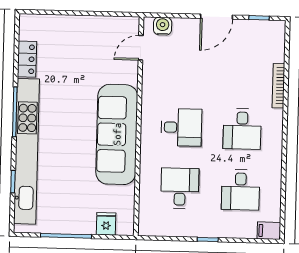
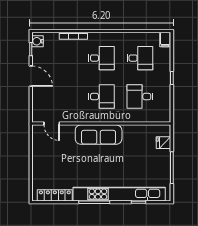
water cooler: (163, 26) -> (38, 41), moved
locker: (27, 59) -> (55, 195), width x1.53
desk: (181, 127) -> (101, 97), turned 90
sofa: (117, 134) -> (99, 135), width x0.74, depth x0.79

